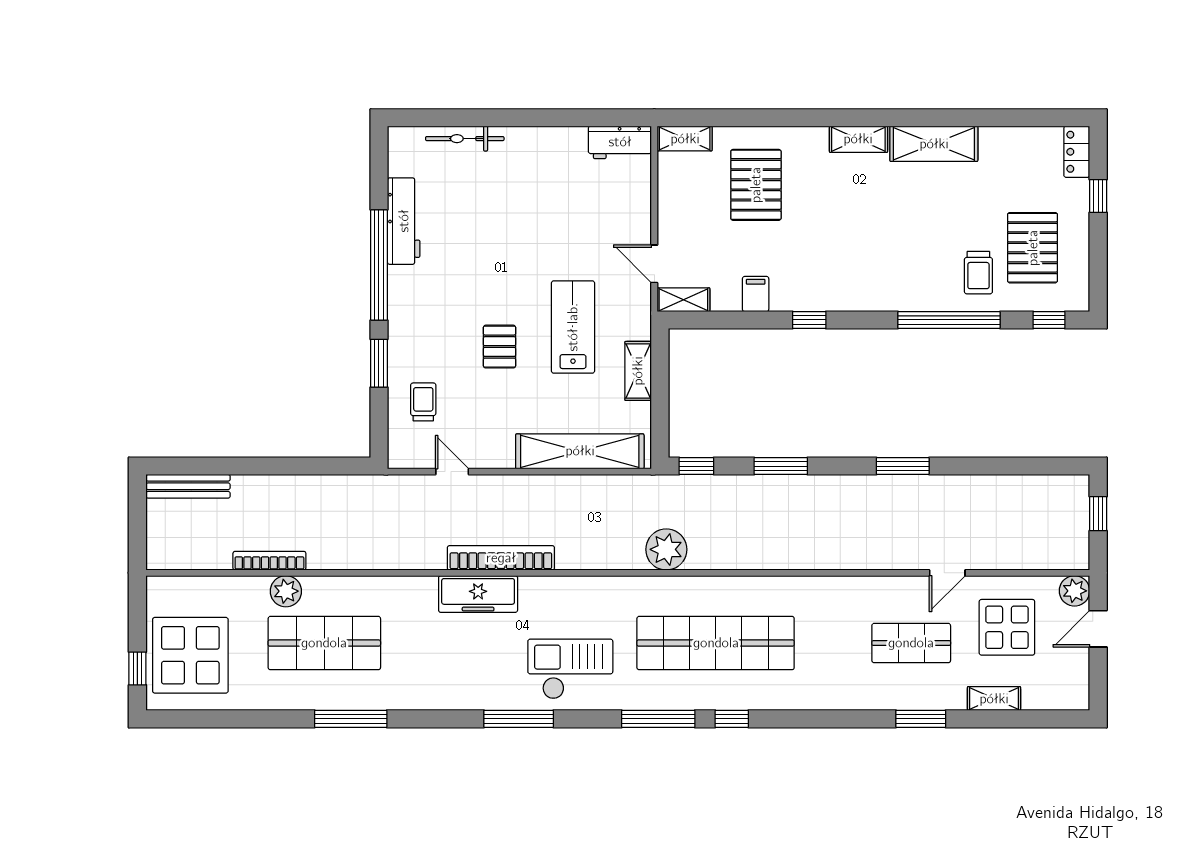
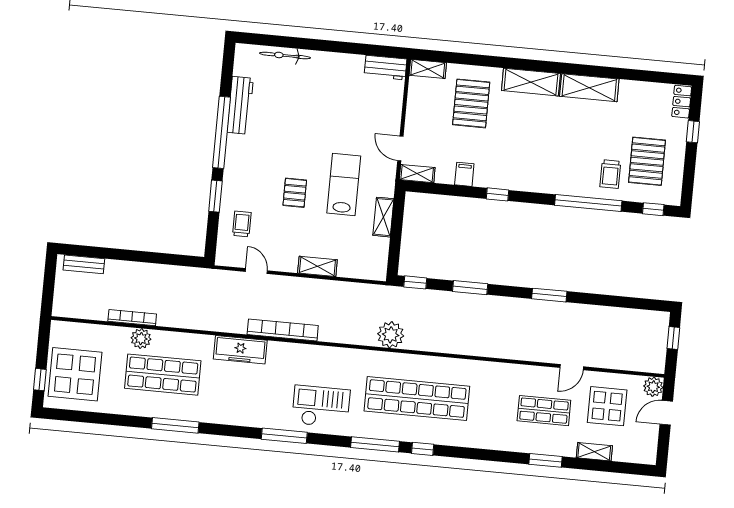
shelving: (858, 139) -> (531, 82), width x1.50, depth x1.33
shelving: (580, 451) -> (317, 266), width x0.45, depth x0.75
bench: (188, 486) -> (84, 264), width x0.73
freezer: (478, 594) -> (240, 350), moved

